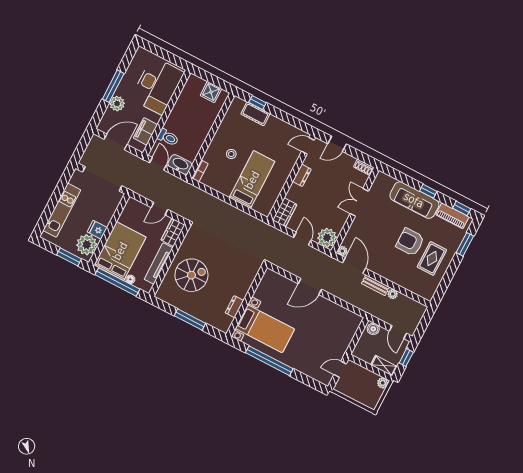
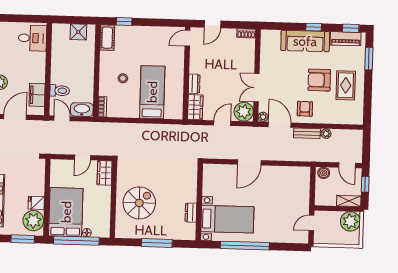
desk: (157, 86) -> (33, 38), width x0.53, depth x0.77
cot: (255, 114) -> (107, 38), moved, turned 90
dresser: (302, 175) -> (194, 84), moved
double door: (359, 202) -> (256, 88), moved
door: (302, 239) -> (222, 123), hinge flipped
armchair: (384, 262) -> (305, 109), added
tv unit: (159, 264) -> (105, 207), removed
plant: (383, 383) -> (350, 221), width x1.87, depth x1.87

